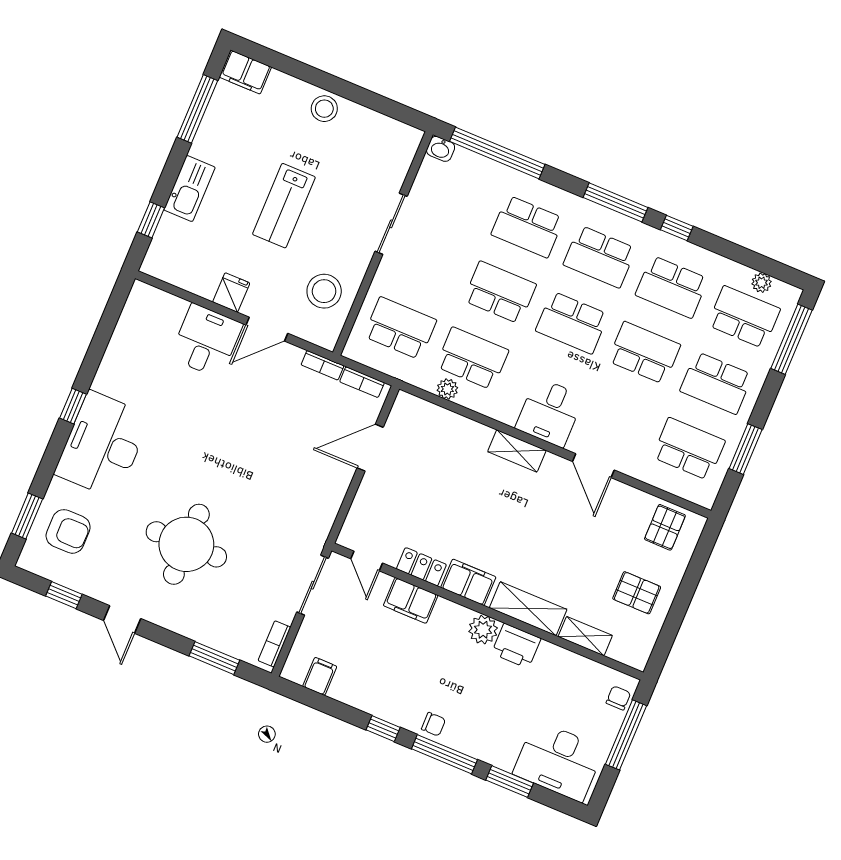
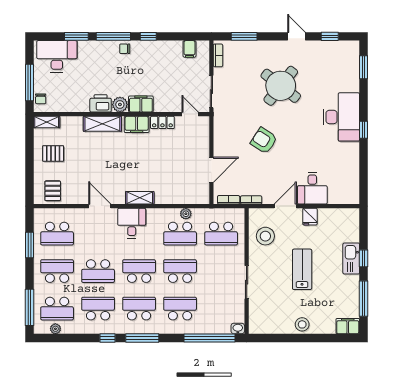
window: (151, 220) -> (364, 258), moved
school desk: (500, 292) -> (180, 271), turned 180
armchair: (68, 531) -> (264, 141), moved, turned 33
round table: (186, 544) -> (281, 86), turned 38
filing cabinet: (411, 600) -> (141, 104), moved
shelving: (585, 636) -> (47, 122), moved

